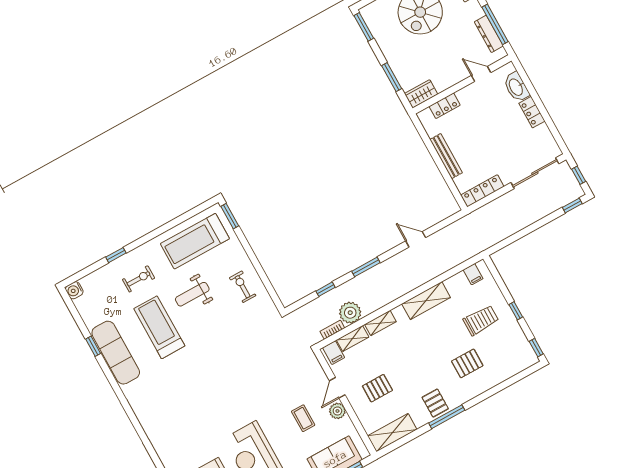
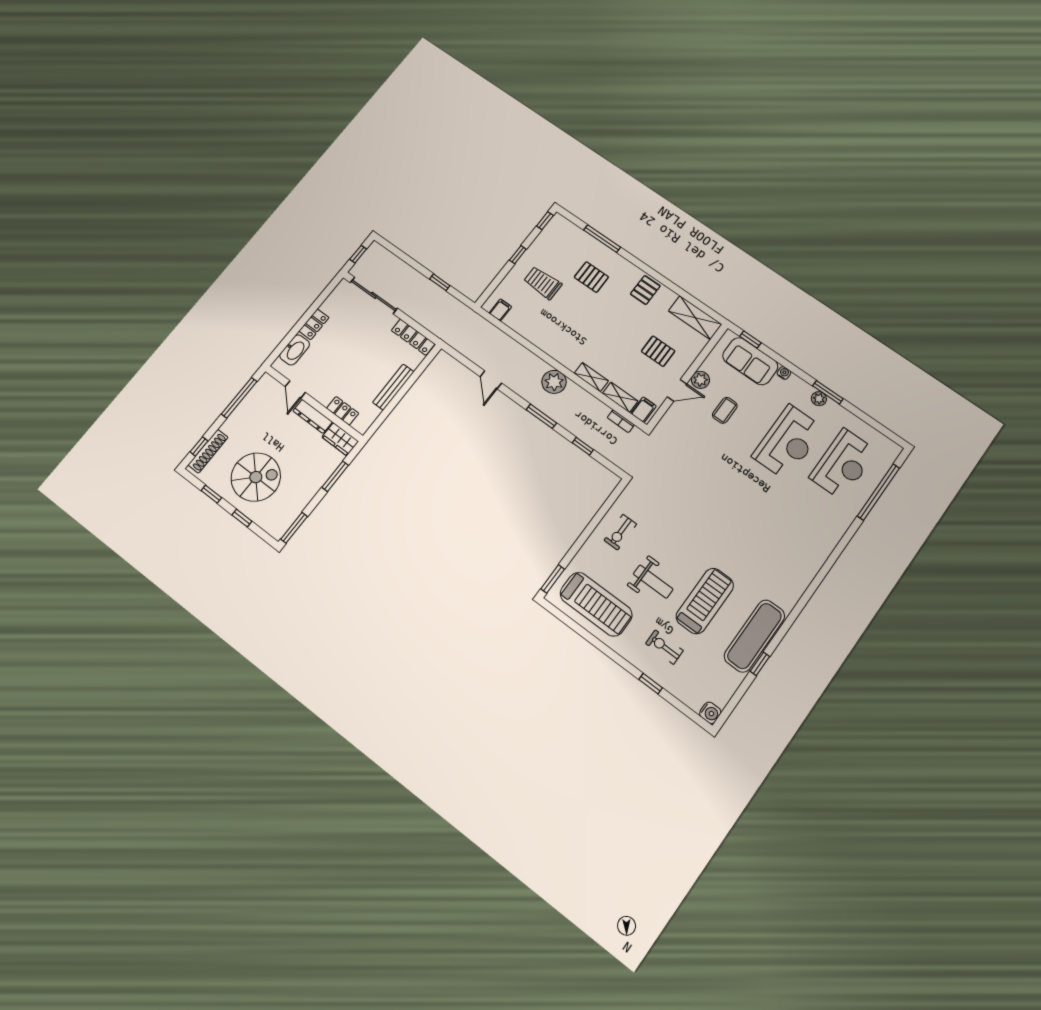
dresser: (489, 34) -> (313, 416), moved, turned 90
window: (572, 206) -> (440, 282), moved
shelving: (426, 301) -> (548, 343), removed
plant: (350, 313) -> (554, 382), moved
treadmill: (159, 327) -> (705, 601), turned 180
window: (447, 417) -> (602, 239), moved

